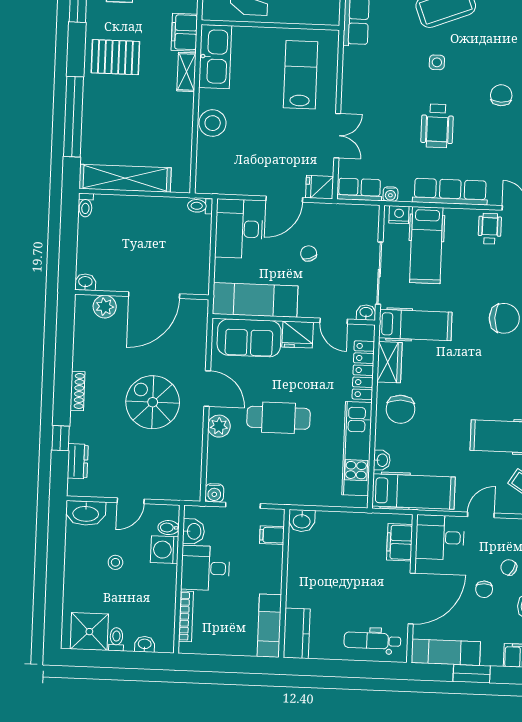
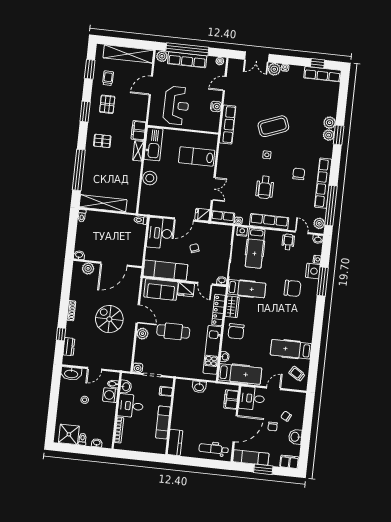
pallet: (115, 57) -> (102, 141), width x0.67, depth x0.71
lab bench: (301, 75) -> (197, 156), turned -90
washbasin: (302, 521) -> (199, 387), moved
exam couch: (269, 626) -> (163, 423), moved

